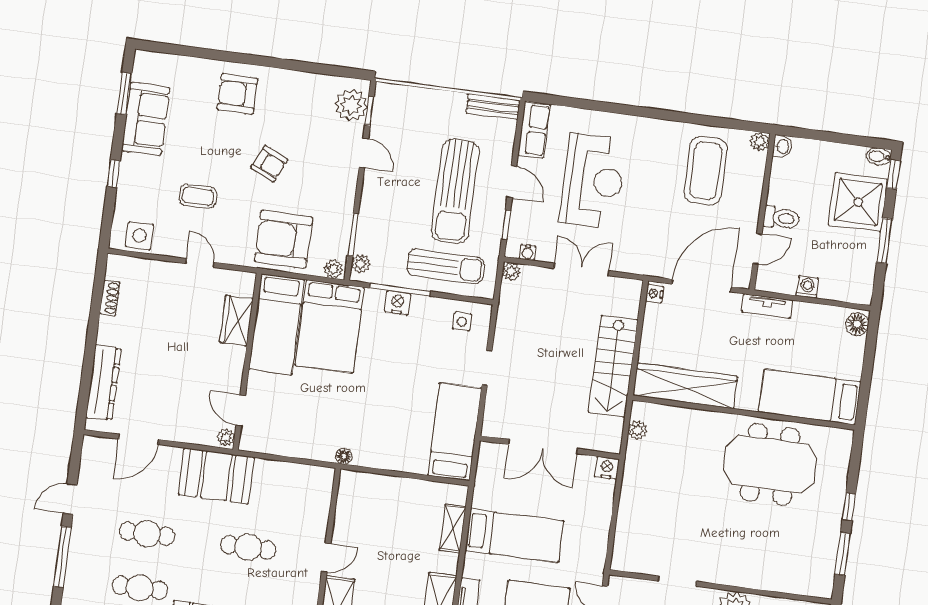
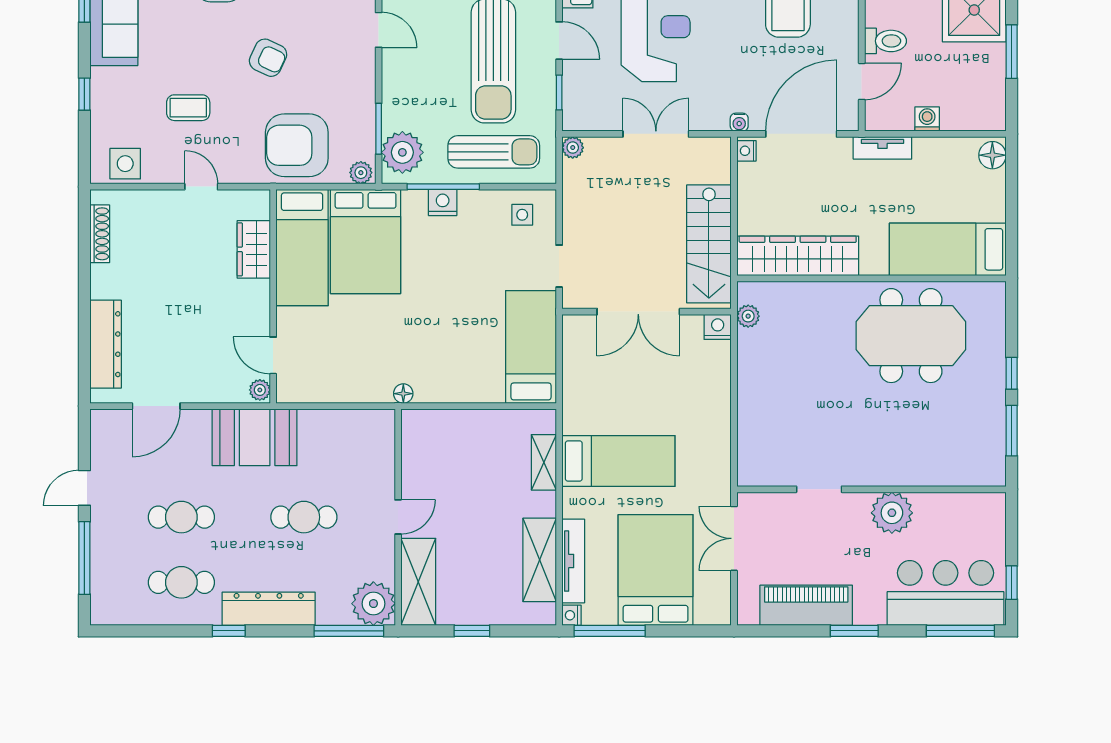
water cooler: (527, 252) -> (739, 122), moved
plant: (361, 264) -> (402, 152), width x1.88, depth x1.88
shoe rack: (110, 298) -> (100, 234), width x1.43
double door: (543, 447) -> (638, 312), moved
wall: (550, 447) -> (647, 312), moved
nightstand: (607, 468) -> (718, 327), moved

